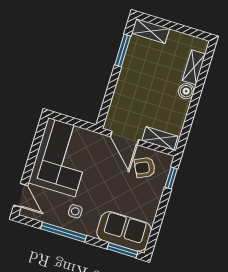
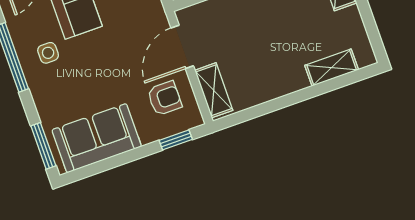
boiler: (186, 91) -> (295, 80), removed
armchair: (145, 168) -> (165, 98), turned 116
sofa: (124, 231) -> (97, 138), moved, turned -90

